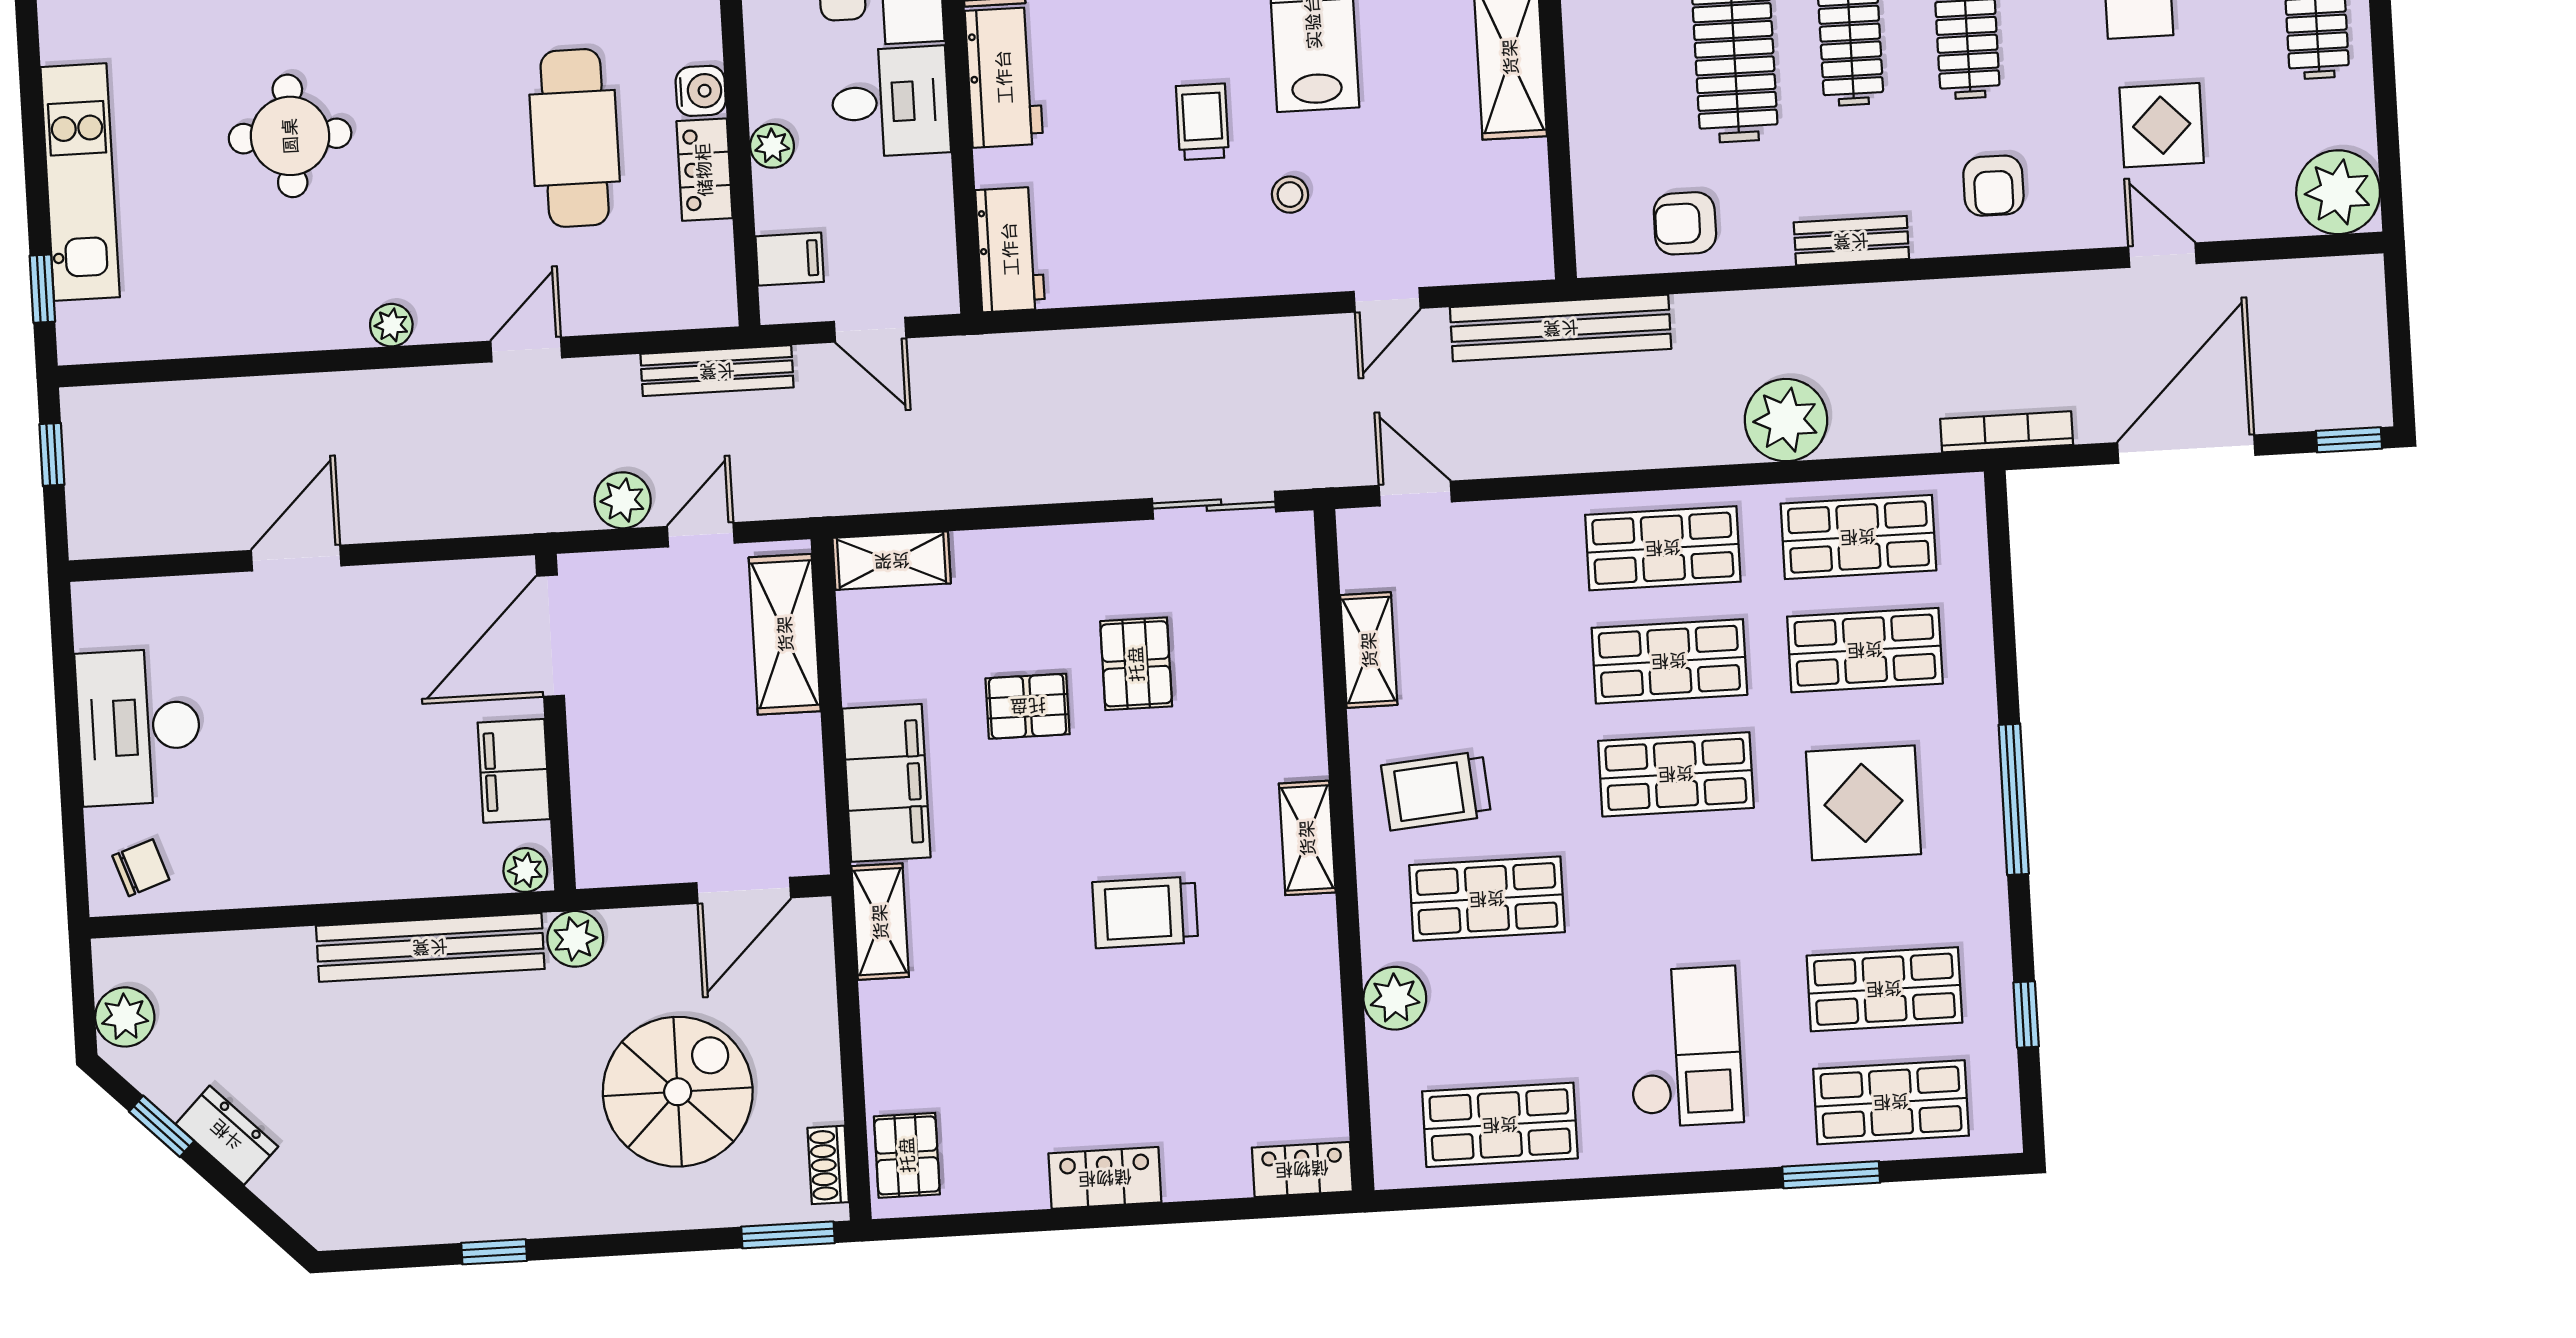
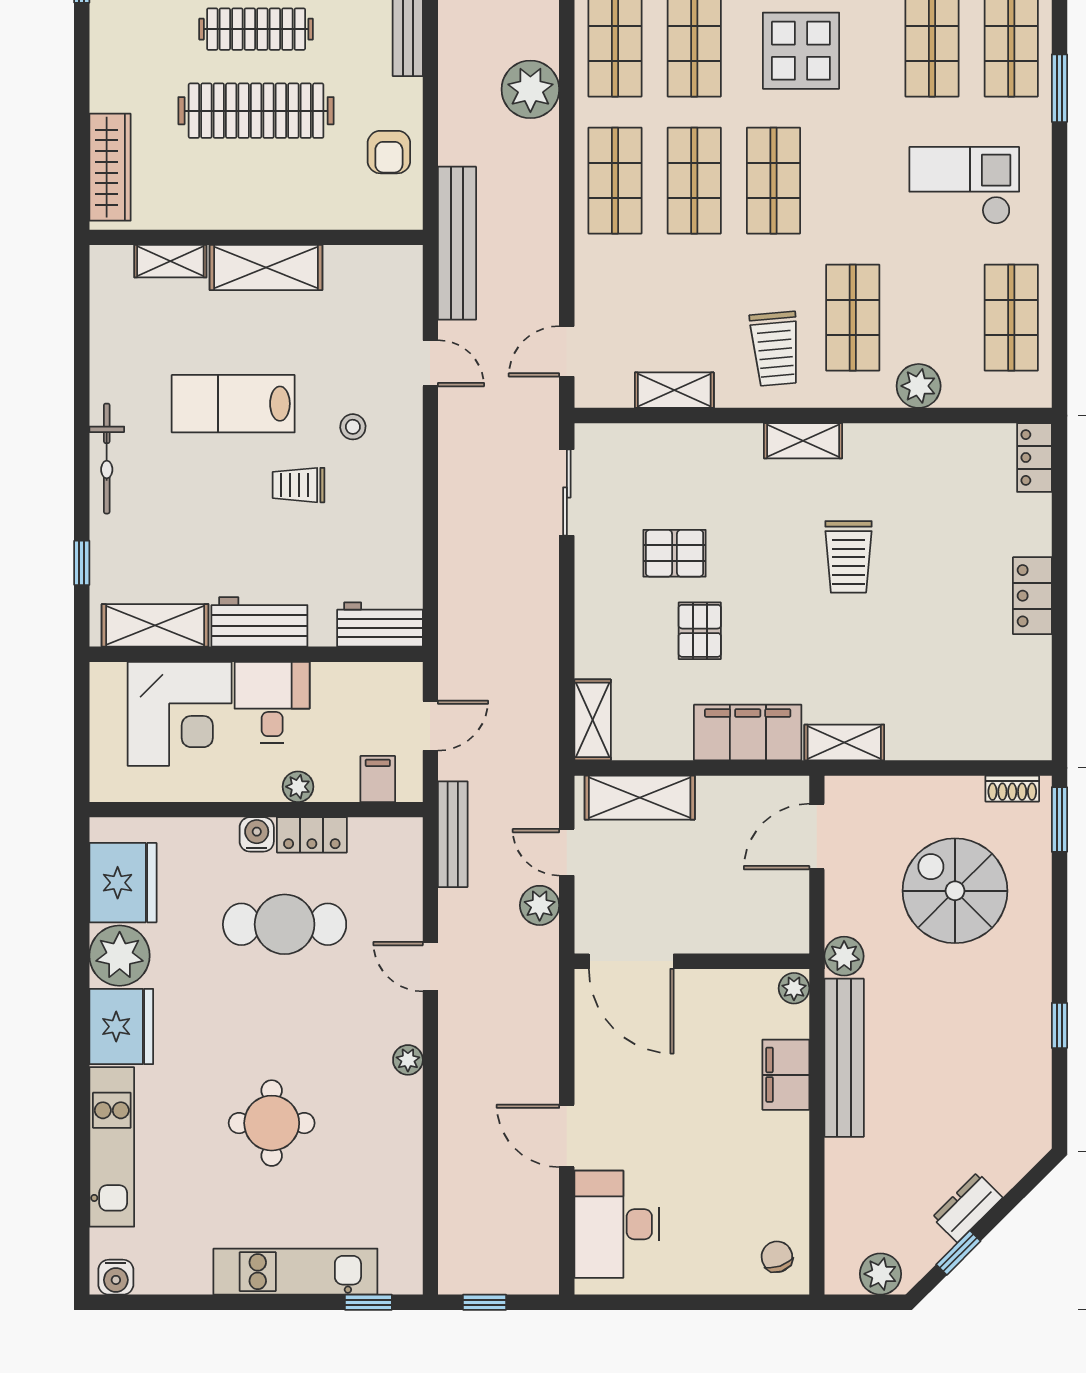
desk: (139, 727) -> (617, 1224), moved, turned 90
filing cabinet: (514, 771) -> (786, 1075), moved, turned 90
door: (744, 890) -> (817, 837), swing flipped
pallet: (907, 1155) -> (1009, 733), removed

